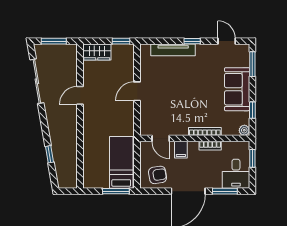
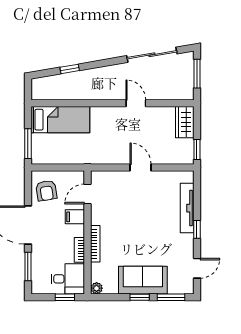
window: (252, 110) -> (140, 297), moved
bed: (121, 162) -> (60, 120), moved
desk: (236, 174) -> (68, 279), moved, turned 180

